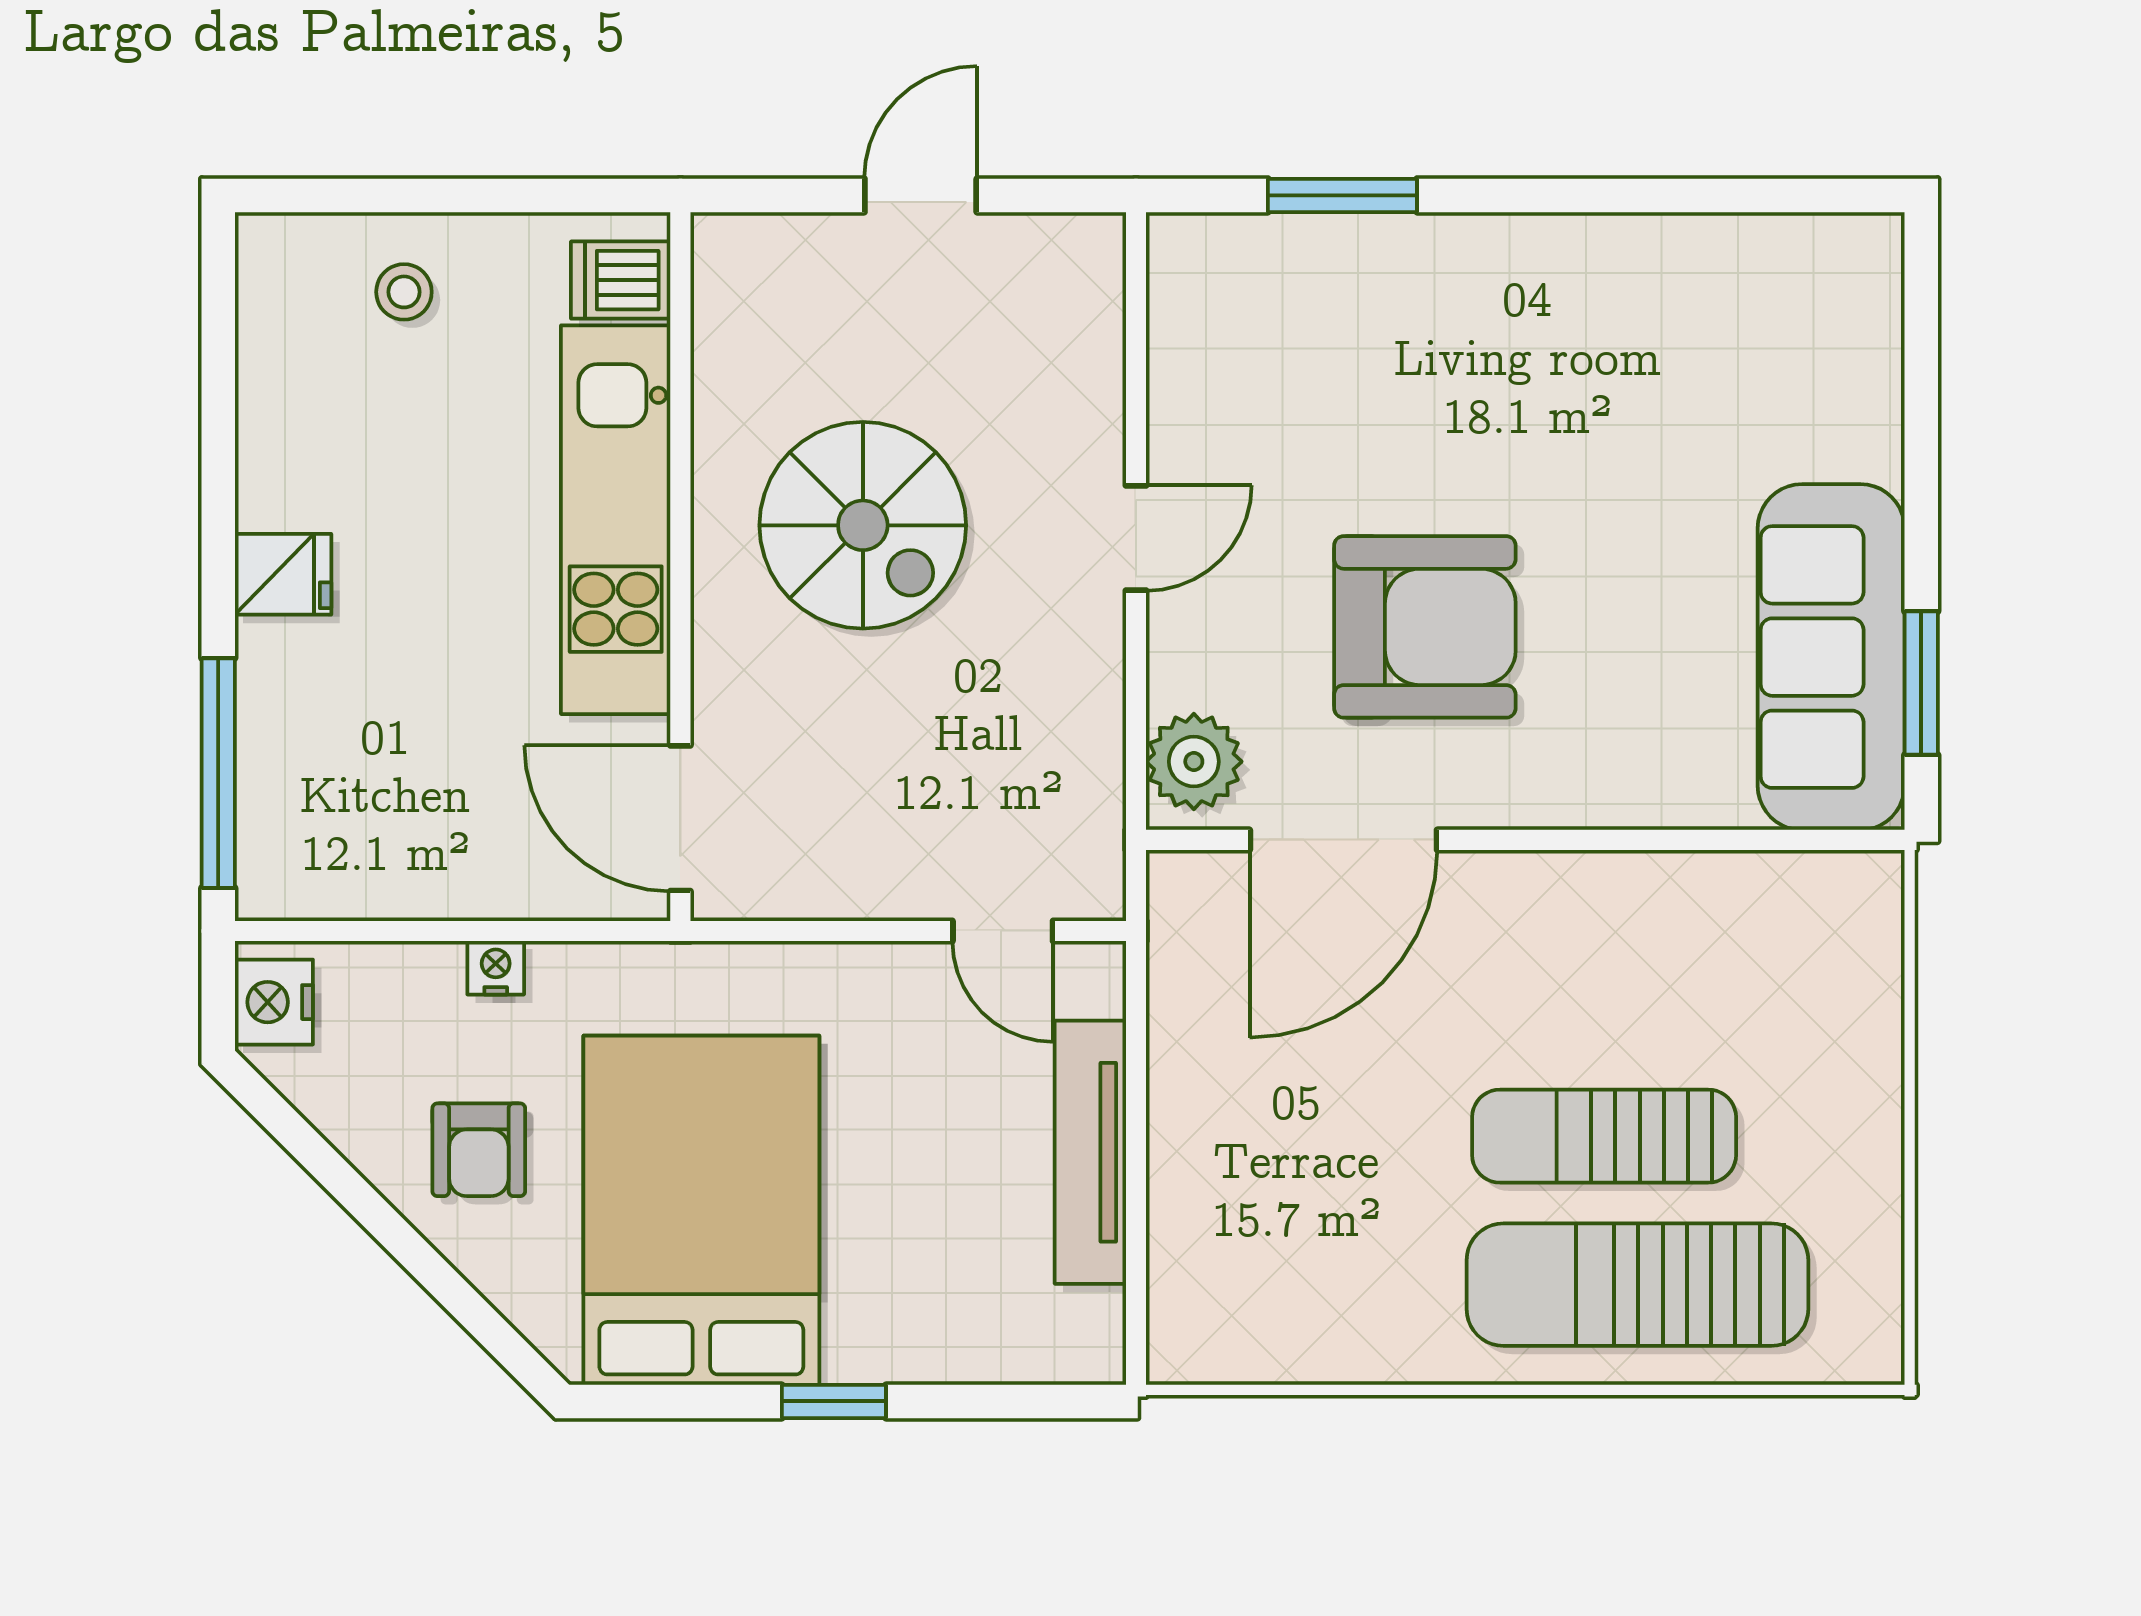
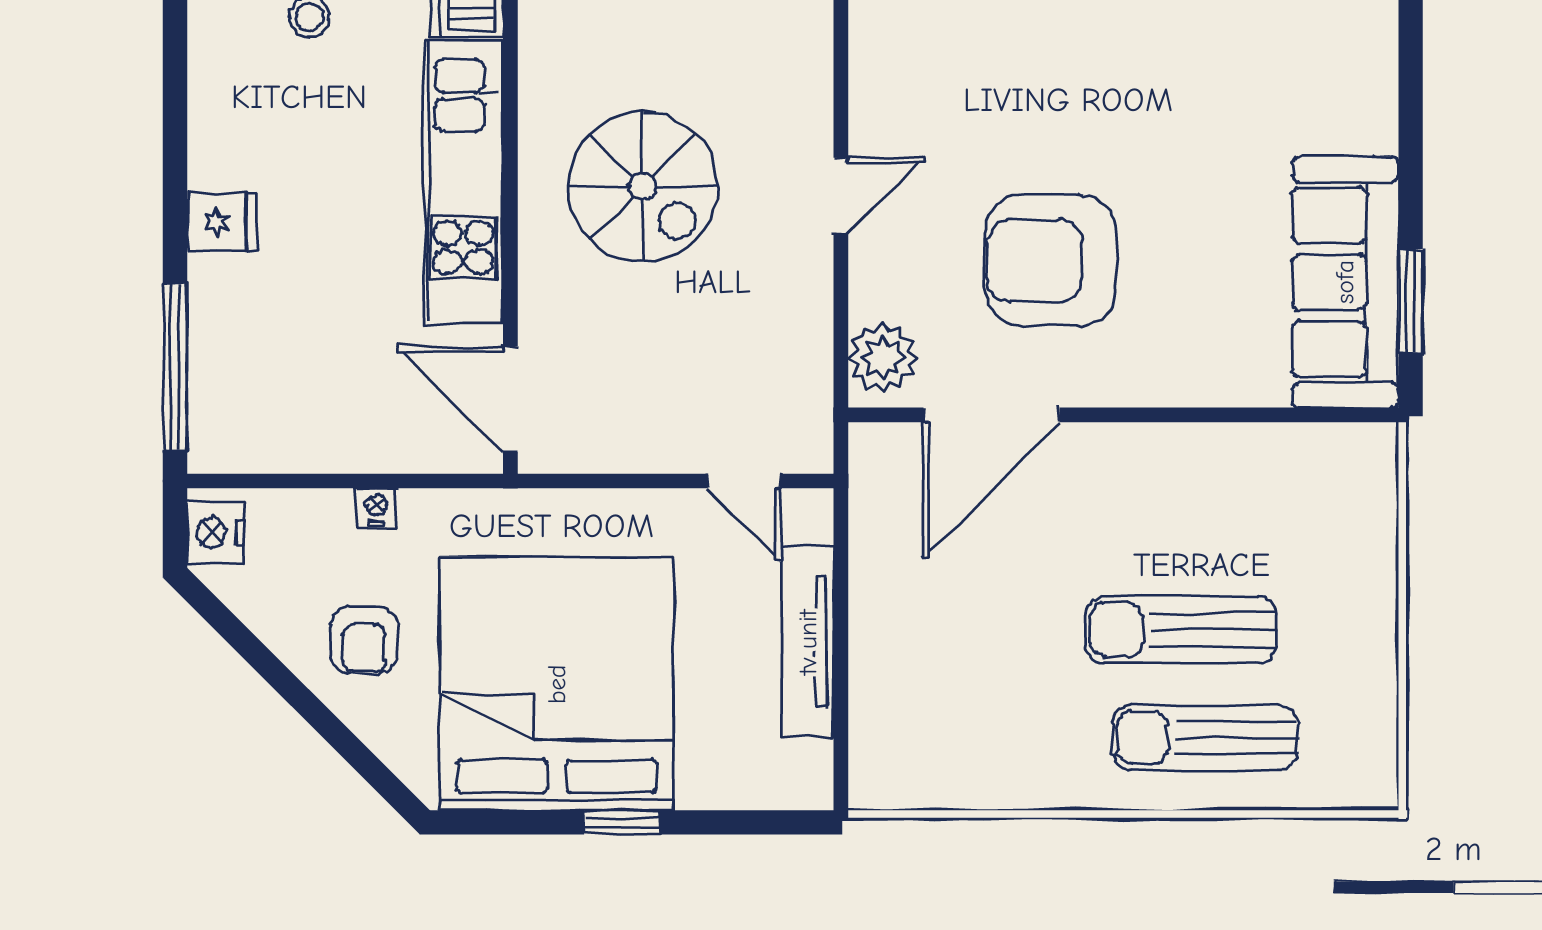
armchair: (1425, 627) -> (1051, 260), turned 180
bed: (701, 1210) -> (557, 684), width x1.36
sun lounger: (1637, 1285) -> (1205, 738), width x0.73, depth x0.75

